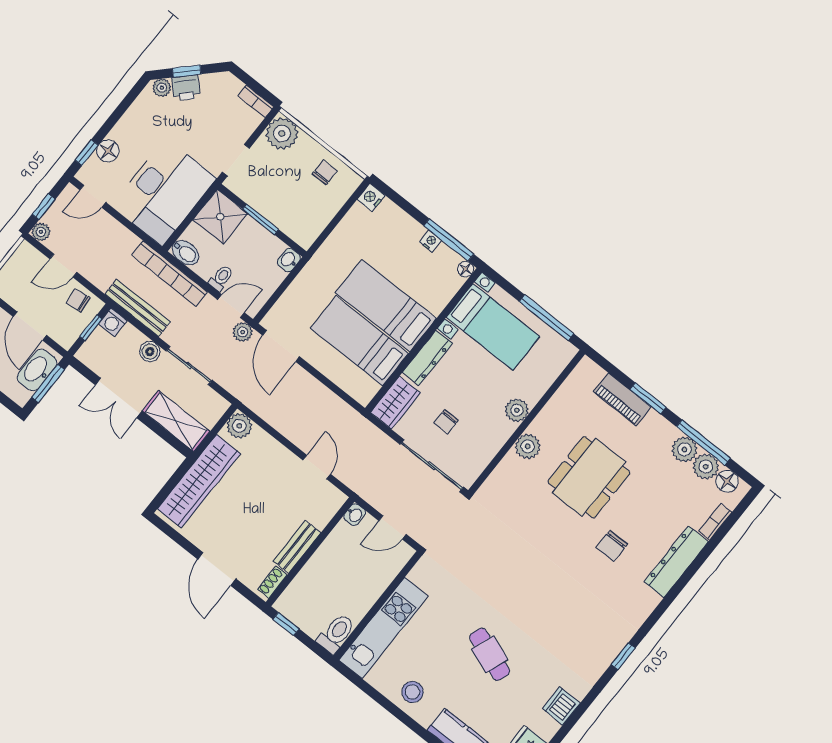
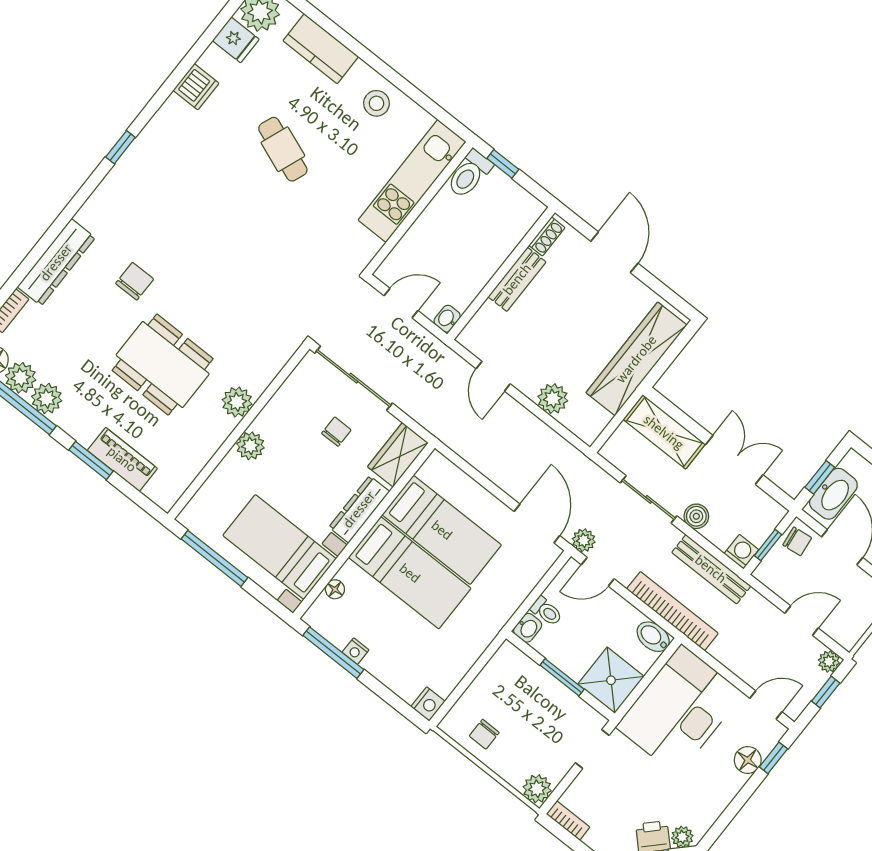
plant: (282, 134) -> (537, 789), width x0.73, depth x0.73
floor lamp: (466, 269) -> (335, 589), moved
toilet: (221, 278) -> (546, 611), moved, turned -90
chair: (78, 301) -> (797, 541), moved
window: (48, 383) -> (820, 477), width x0.67
plant: (239, 426) -> (553, 399), moved
dining table: (589, 477) -> (163, 365), turned 90
window: (286, 624) -> (503, 164), moved

